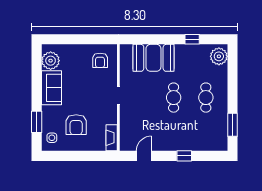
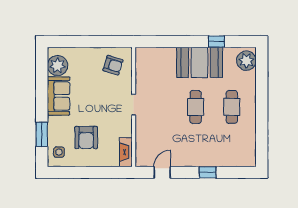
booth: (153, 58) -> (199, 62), moved
armchair: (100, 60) -> (113, 65), turned -73
window: (232, 125) -> (262, 137), removed

